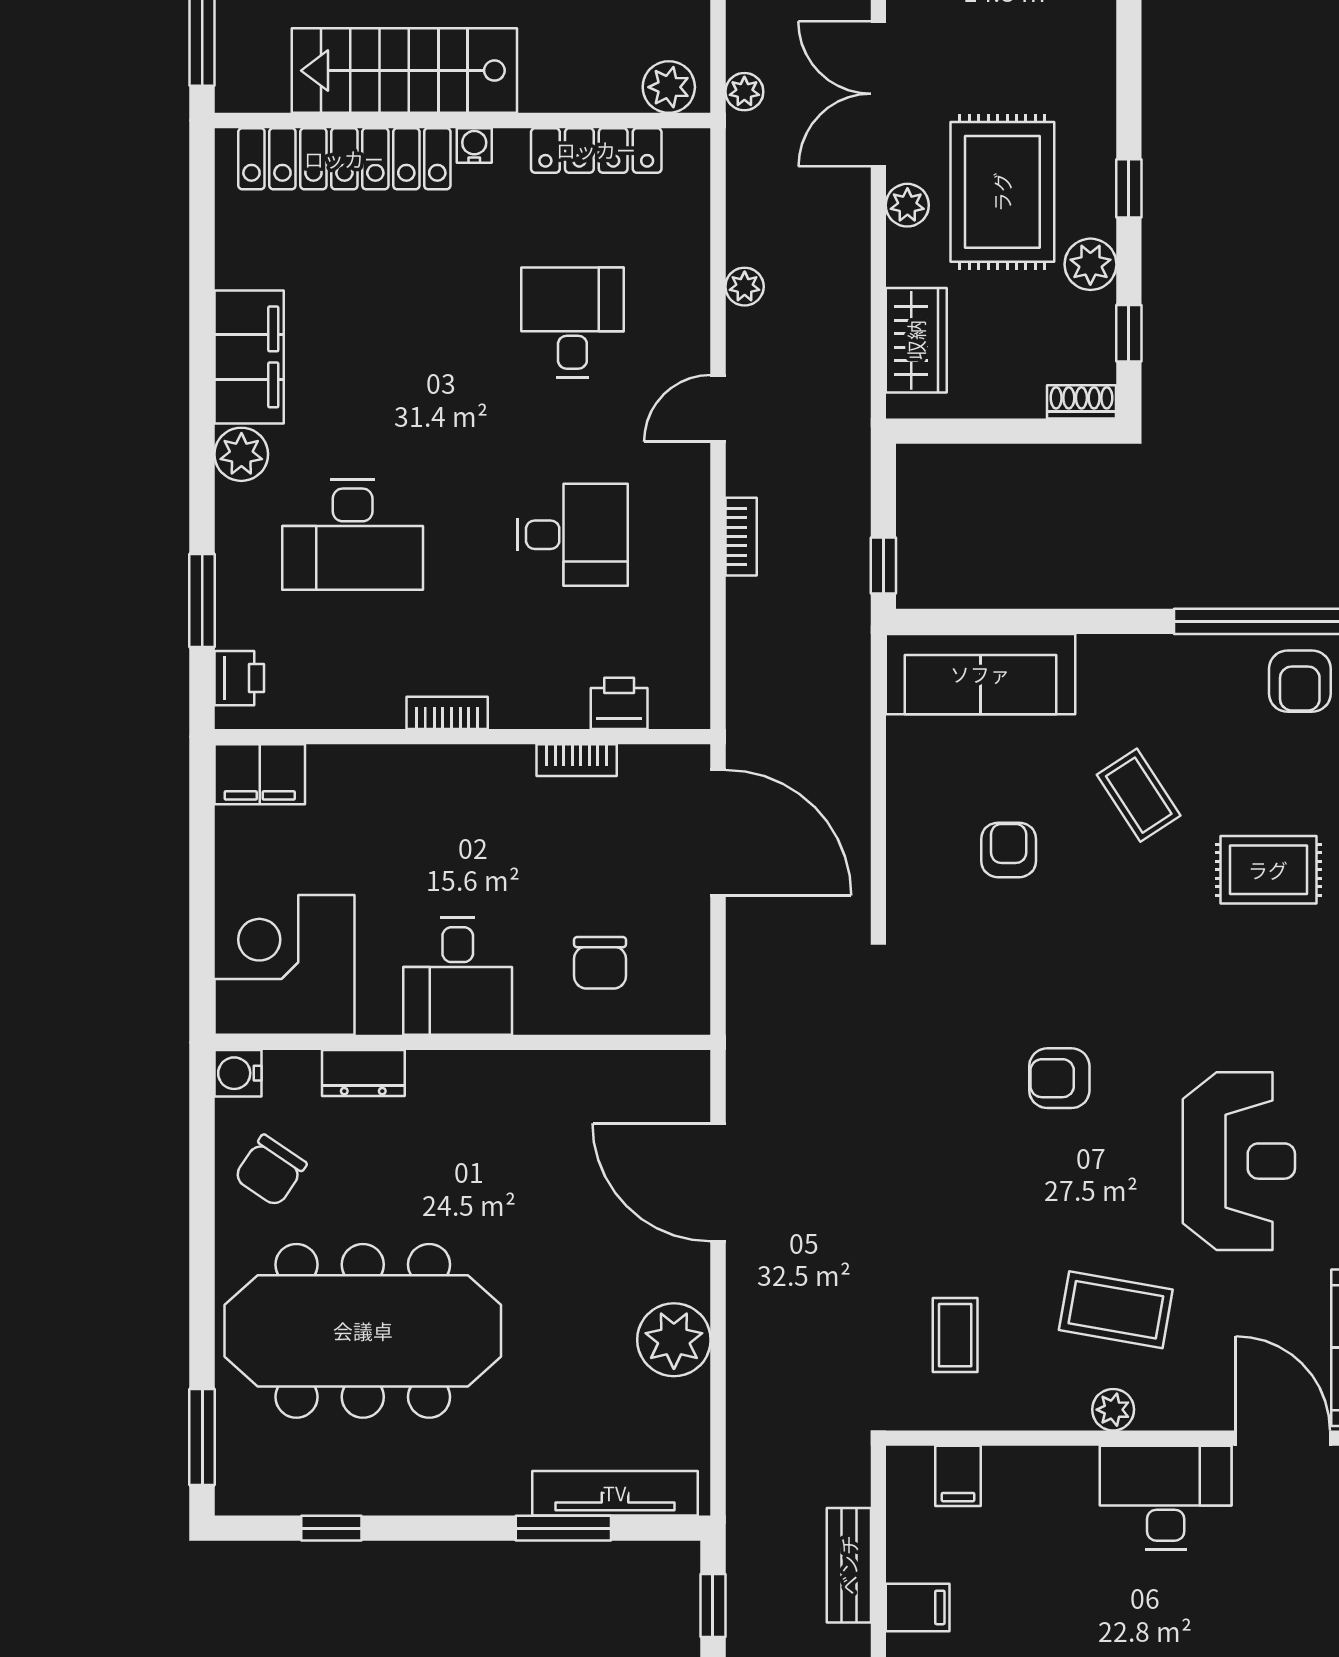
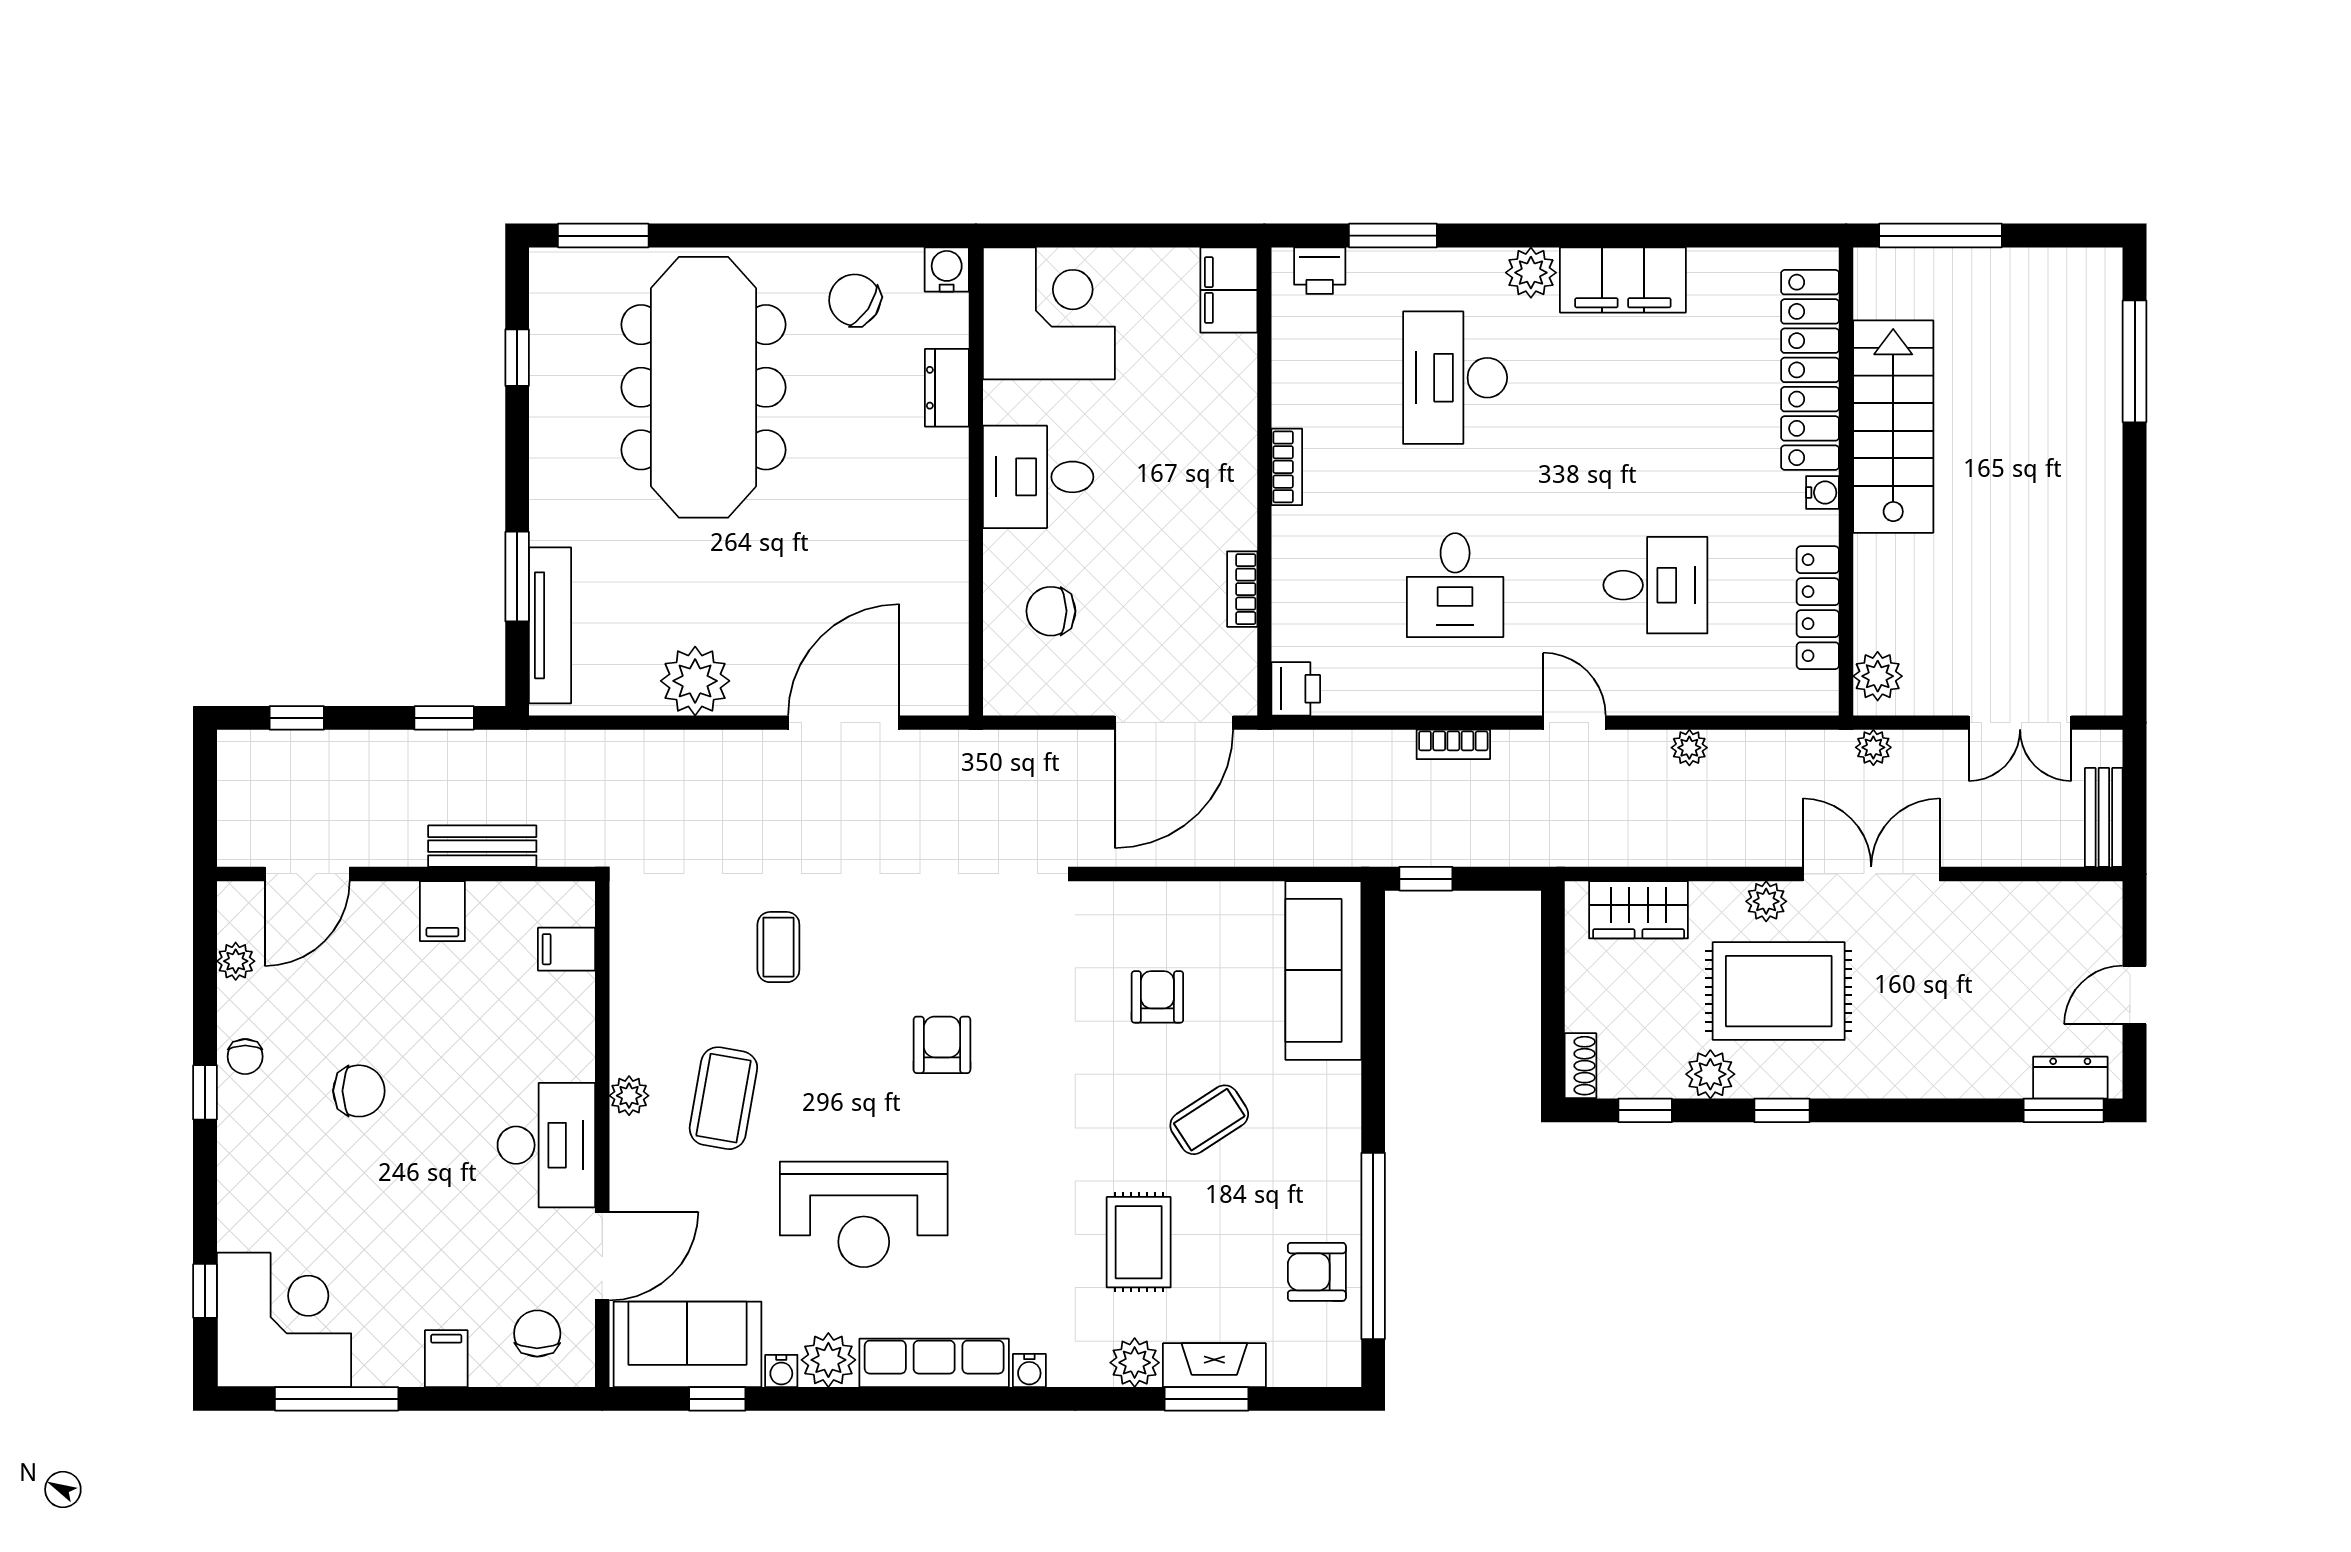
printer: (619, 703) -> (1296, 689), moved
armchair: (1009, 850) -> (1157, 997), turned -90
coffee table: (955, 1335) -> (778, 947), moved, turned 90

